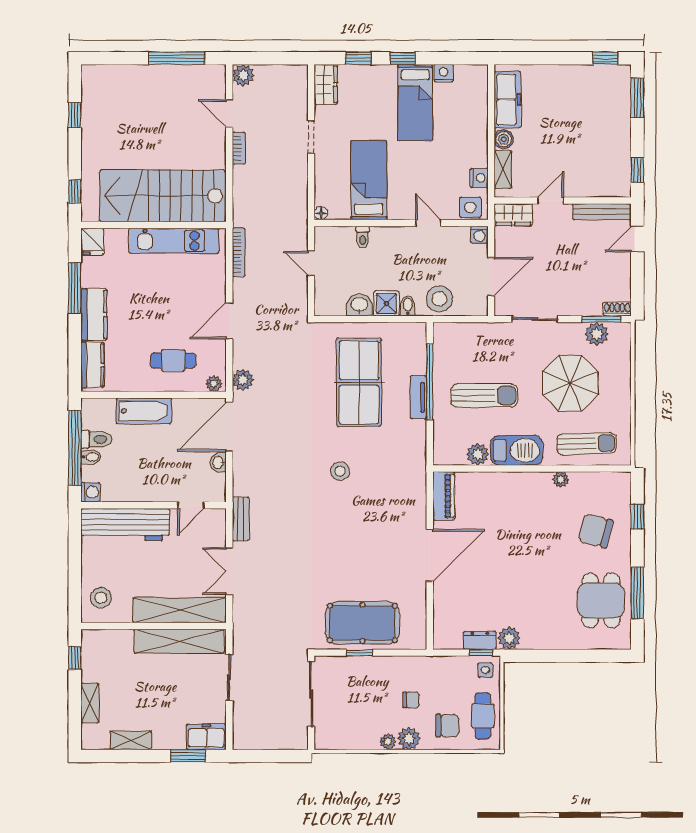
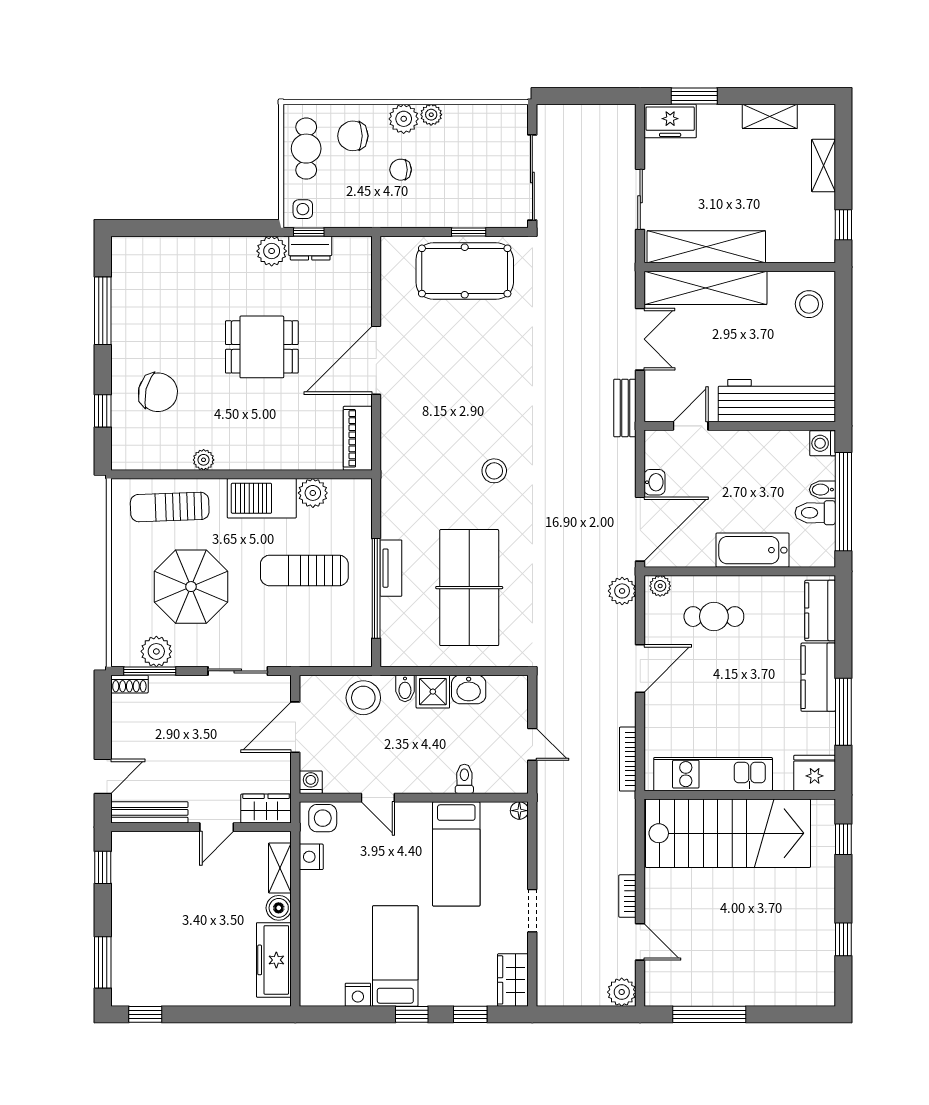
fridge: (92, 242) -> (815, 773), width x1.38
dining table: (601, 600) -> (262, 347), moved, turned 90

